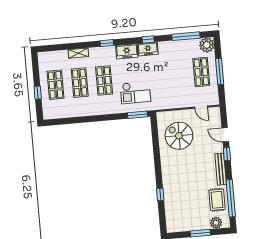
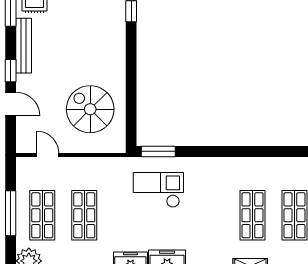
shop shelf: (104, 81) -> (84, 215), moved
spiral stairs: (179, 136) -> (90, 109), turned 180

